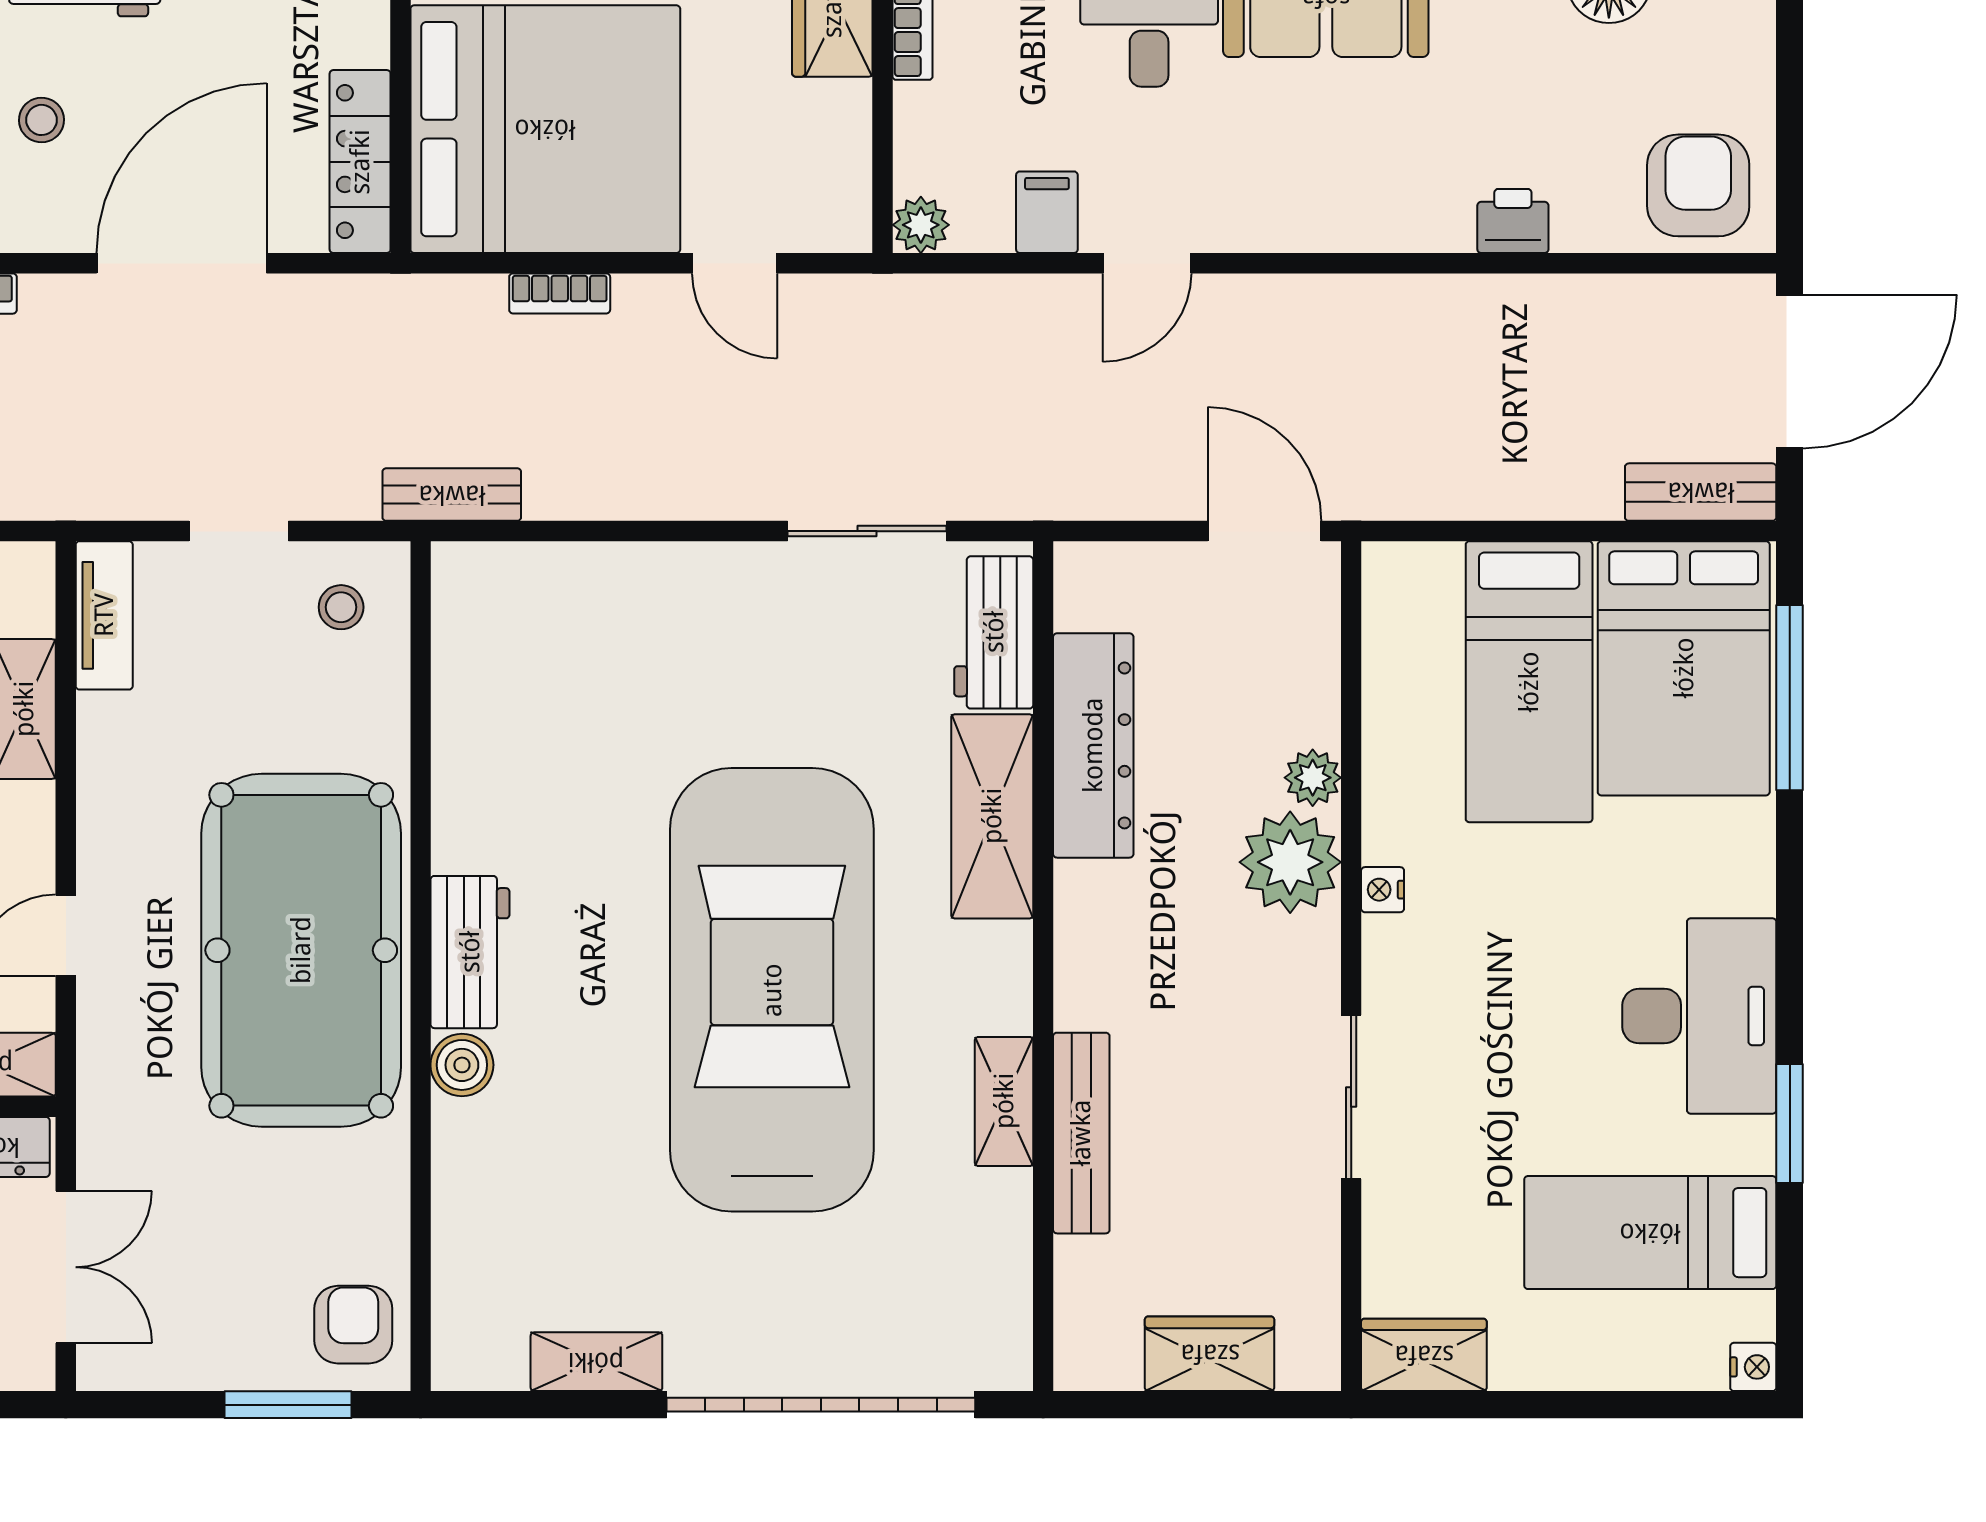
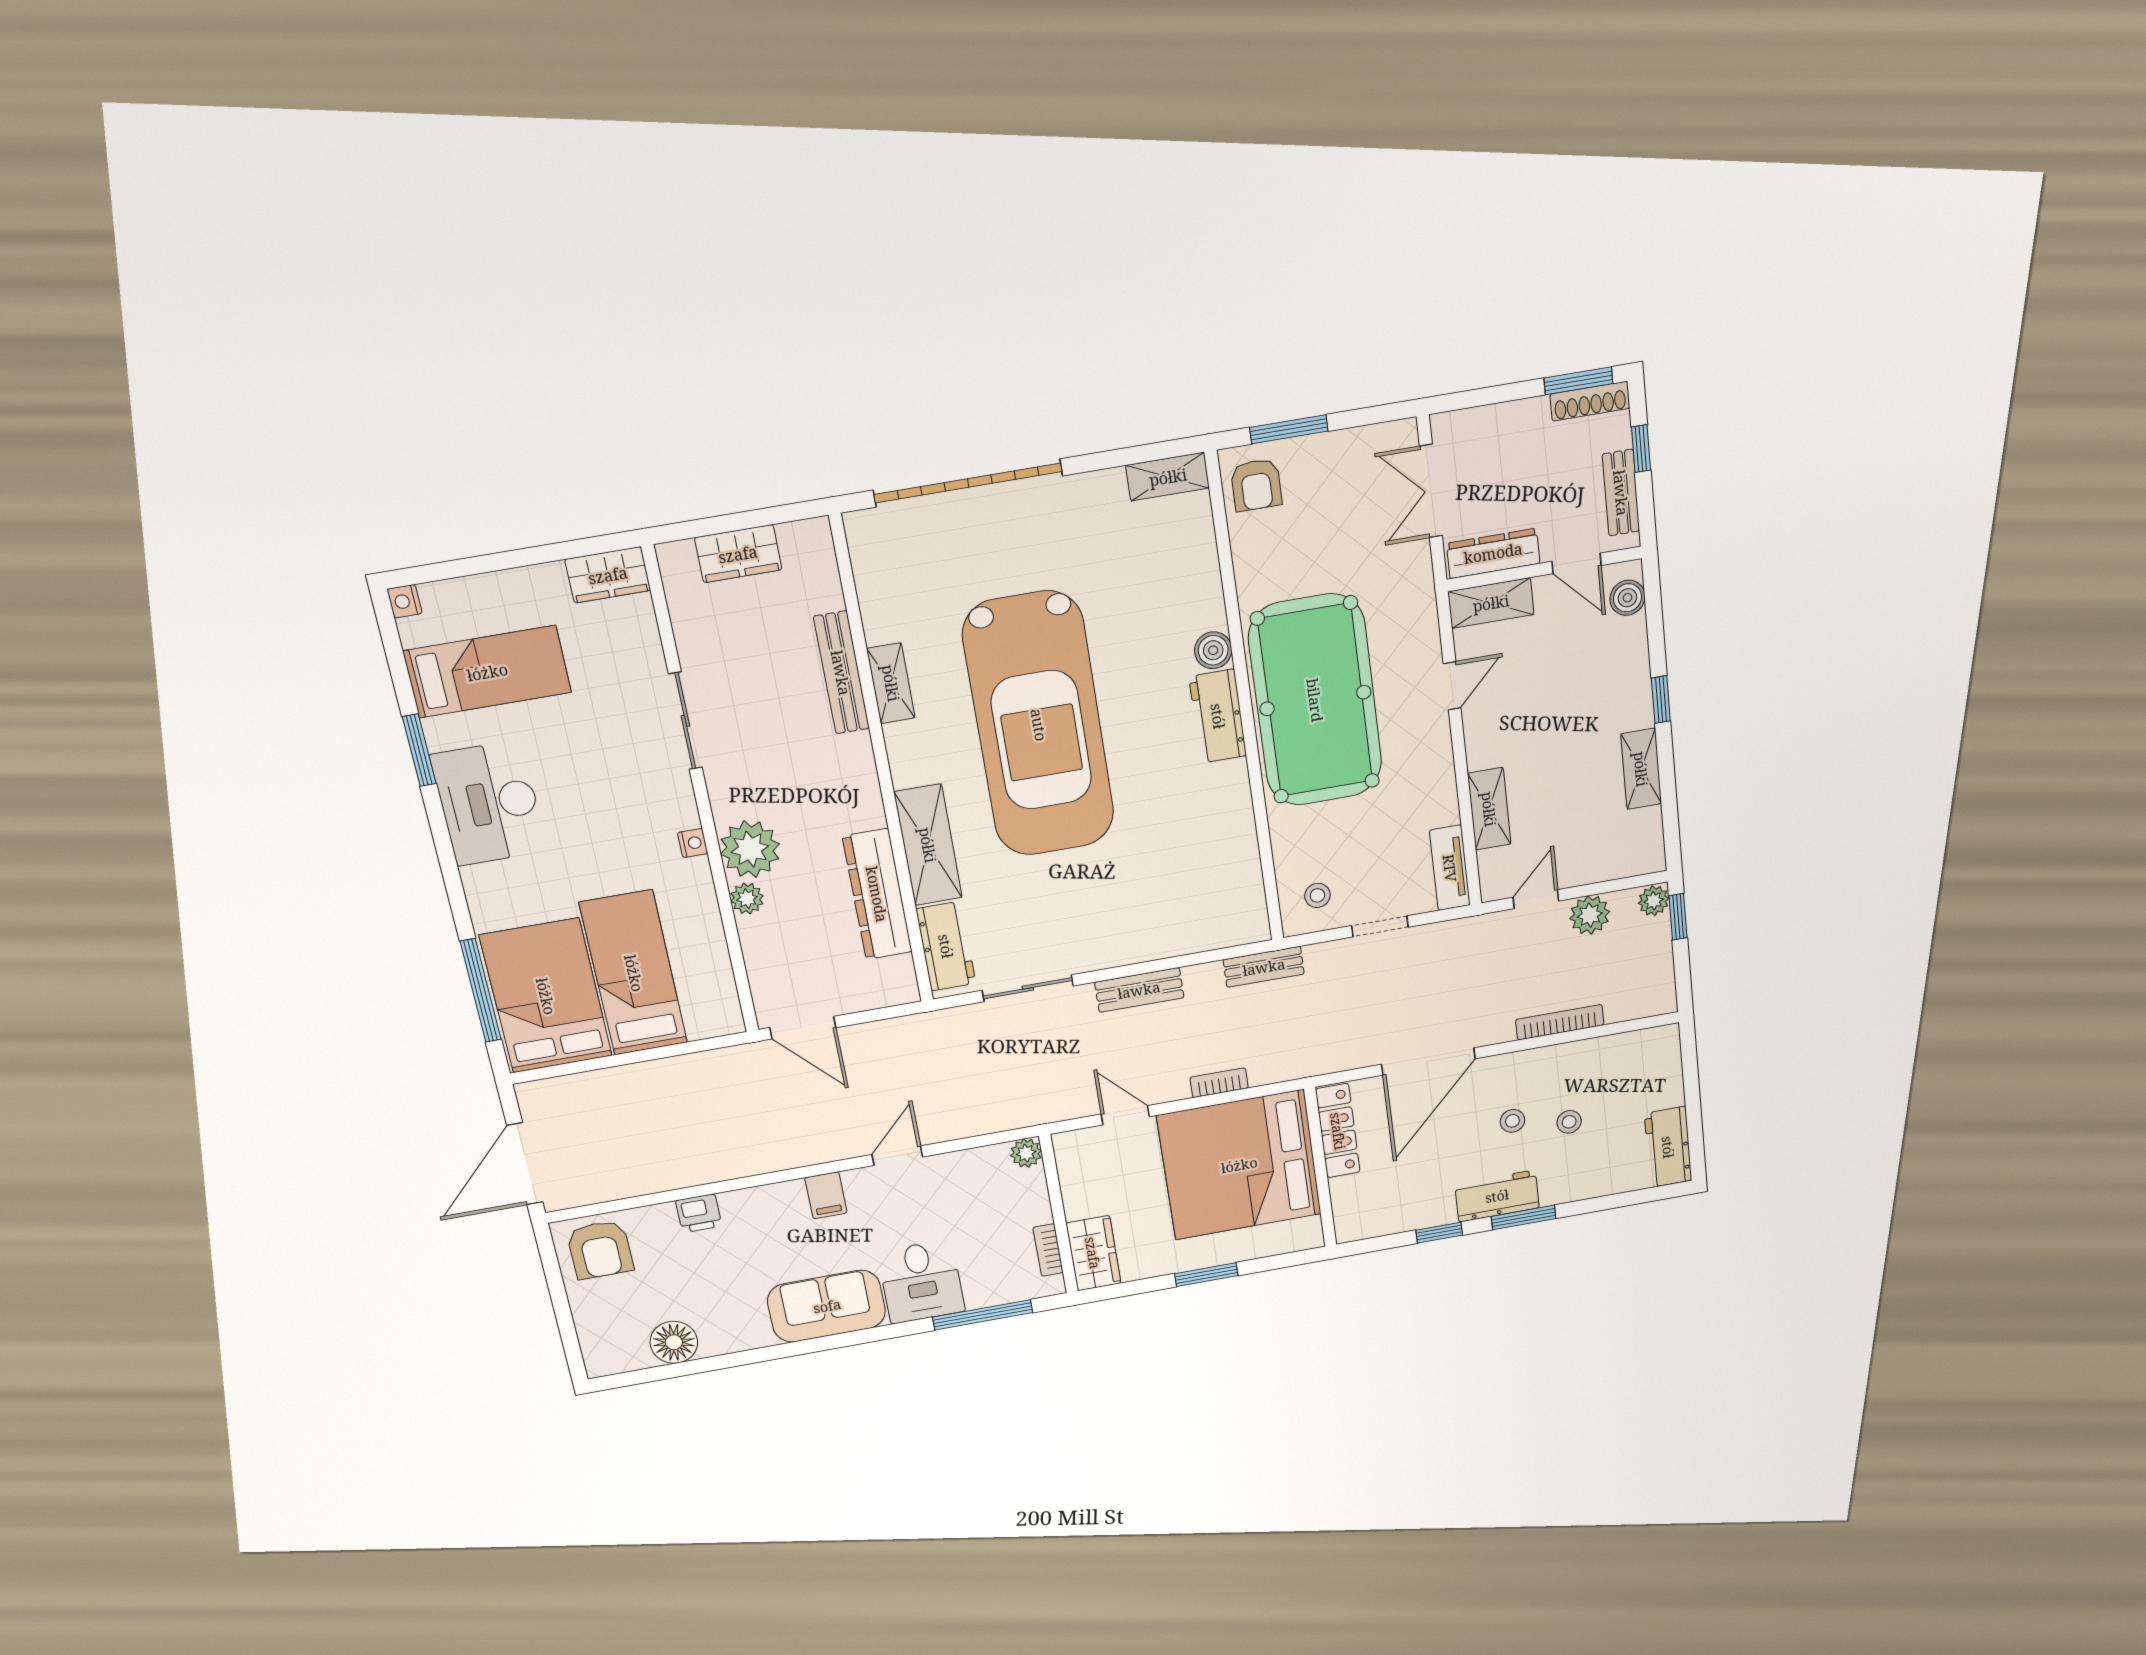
filing cabinet: (1047, 212) -> (826, 1195), moved
bench: (1701, 492) -> (1139, 990), moved
shelving: (596, 1362) -> (1168, 477), moved

